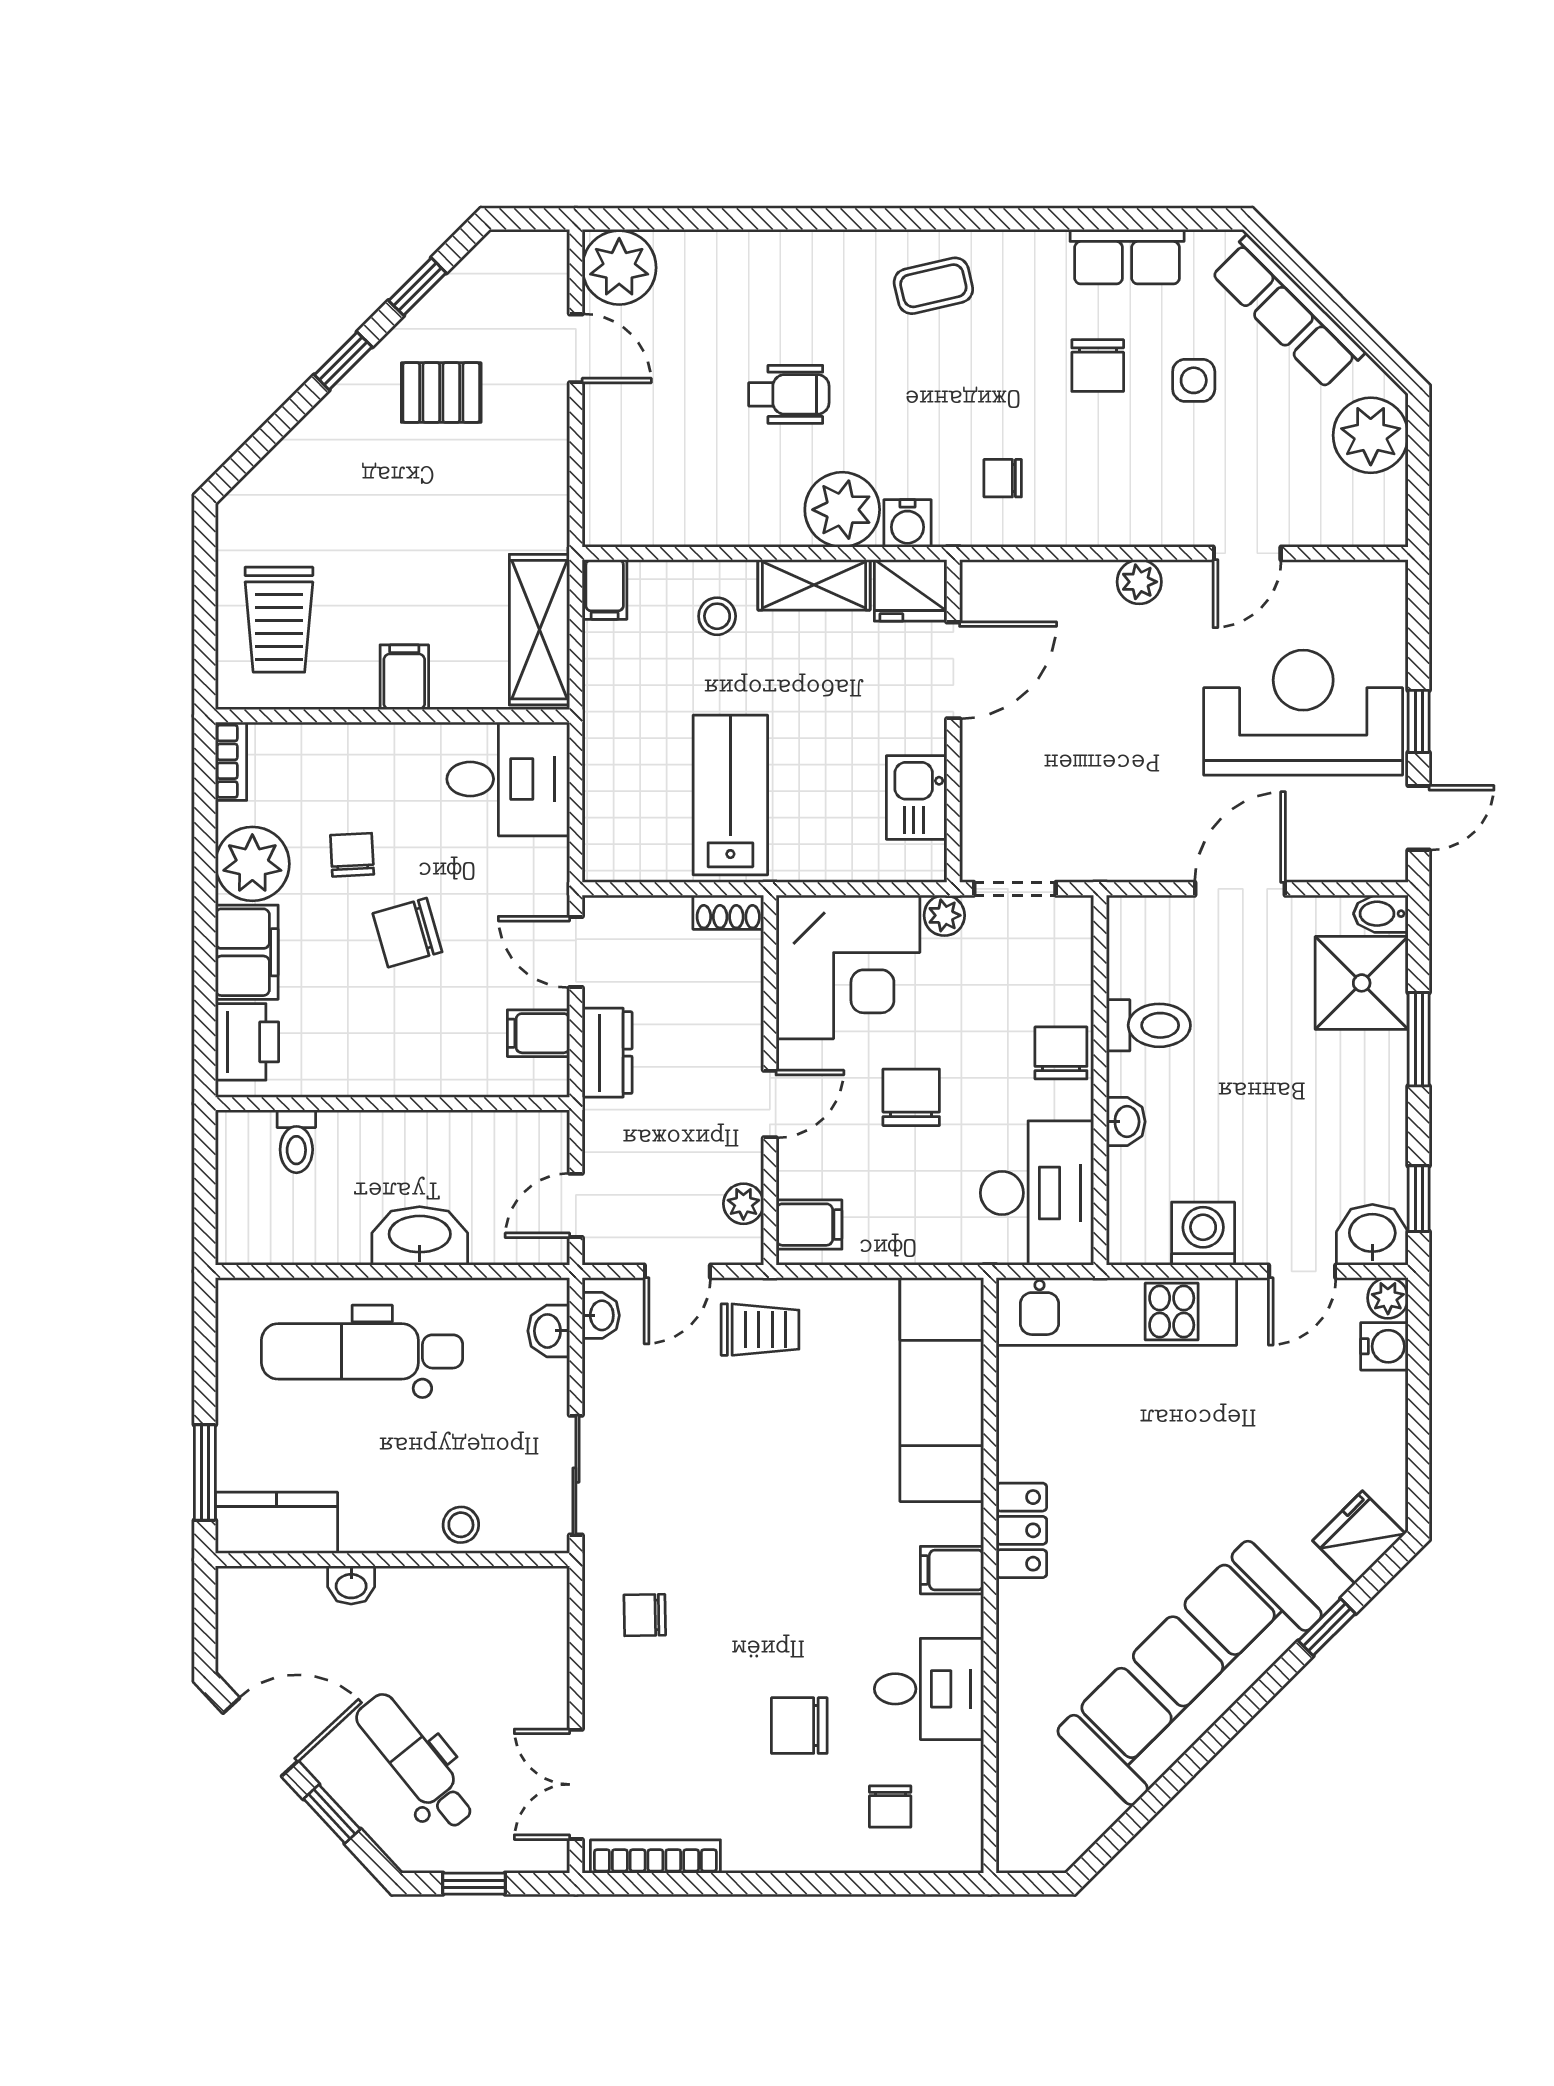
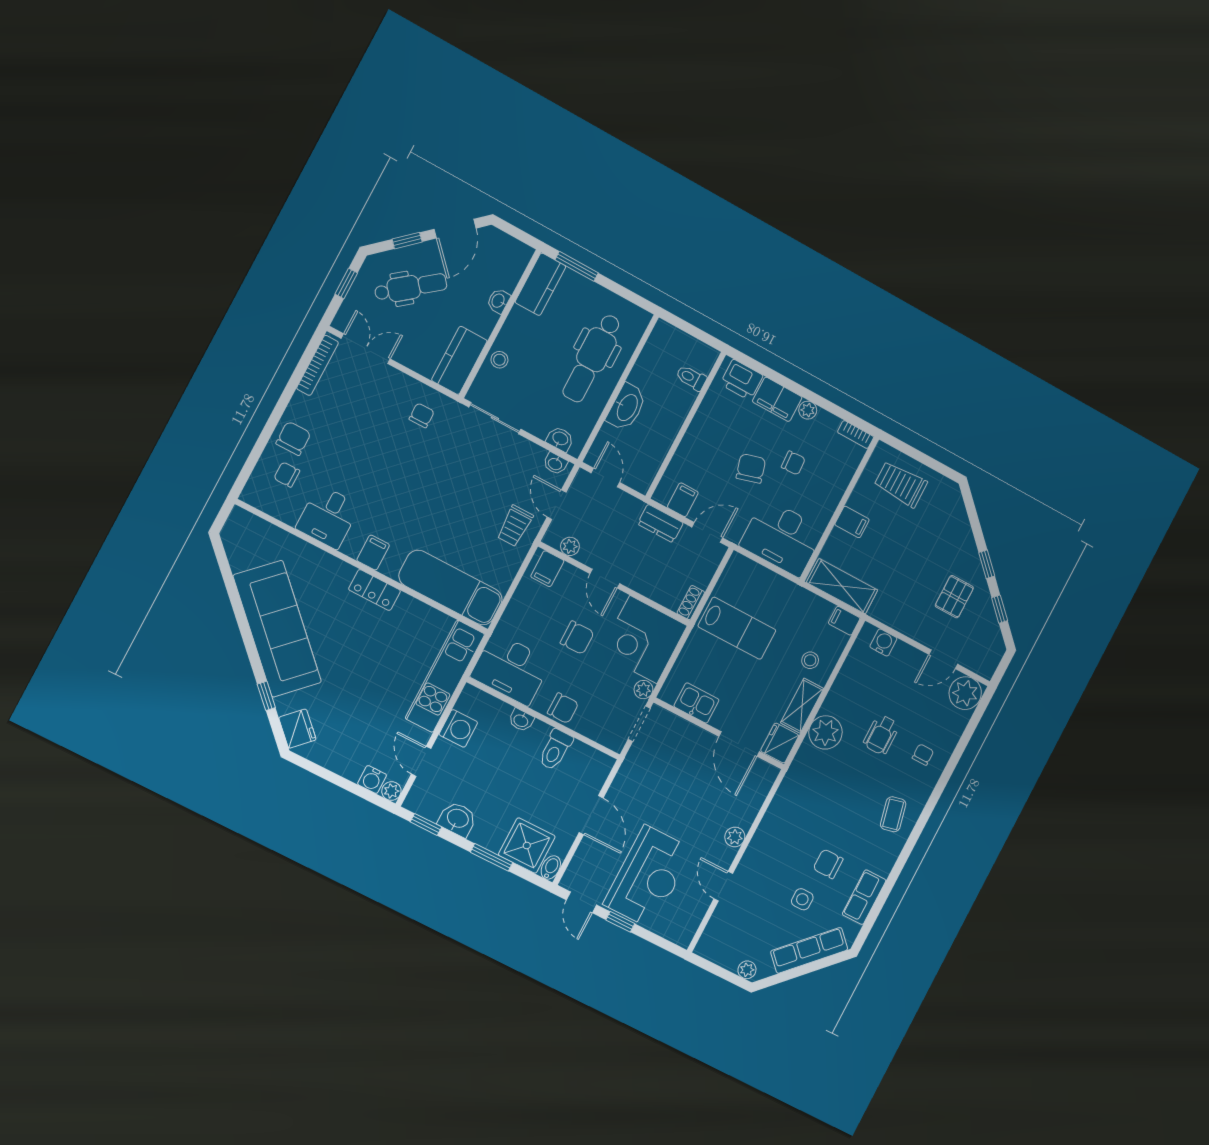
plant: (1371, 435) -> (747, 970), width x0.53, depth x0.53
chair: (1003, 478) -> (923, 755), moved
water cooler: (907, 523) -> (883, 642), moved, turned 90
desk: (508, 779) -> (782, 538), width x1.37
plant: (252, 864) -> (808, 410), width x0.53, depth x0.53
washbasin: (1372, 1235) -> (457, 819), moved, turned -90
dental chair: (362, 1351) -> (592, 358), turned 180
kitchen counter: (503, 1599) -> (459, 360), added
chair: (799, 1726) -> (293, 438), moved

